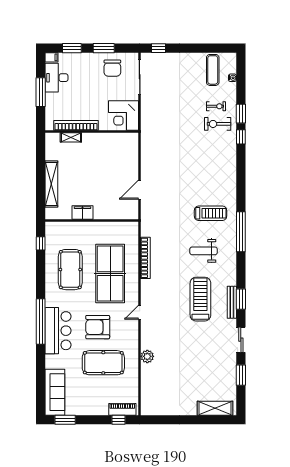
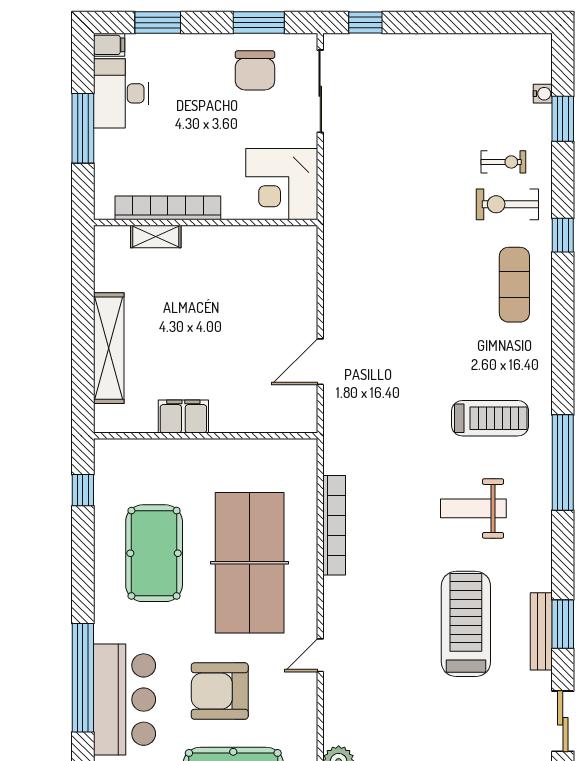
window: (104, 48) -> (259, 23), moved
exercise mat: (213, 70) -> (514, 285), moved
window: (241, 114) -> (563, 119), moved

